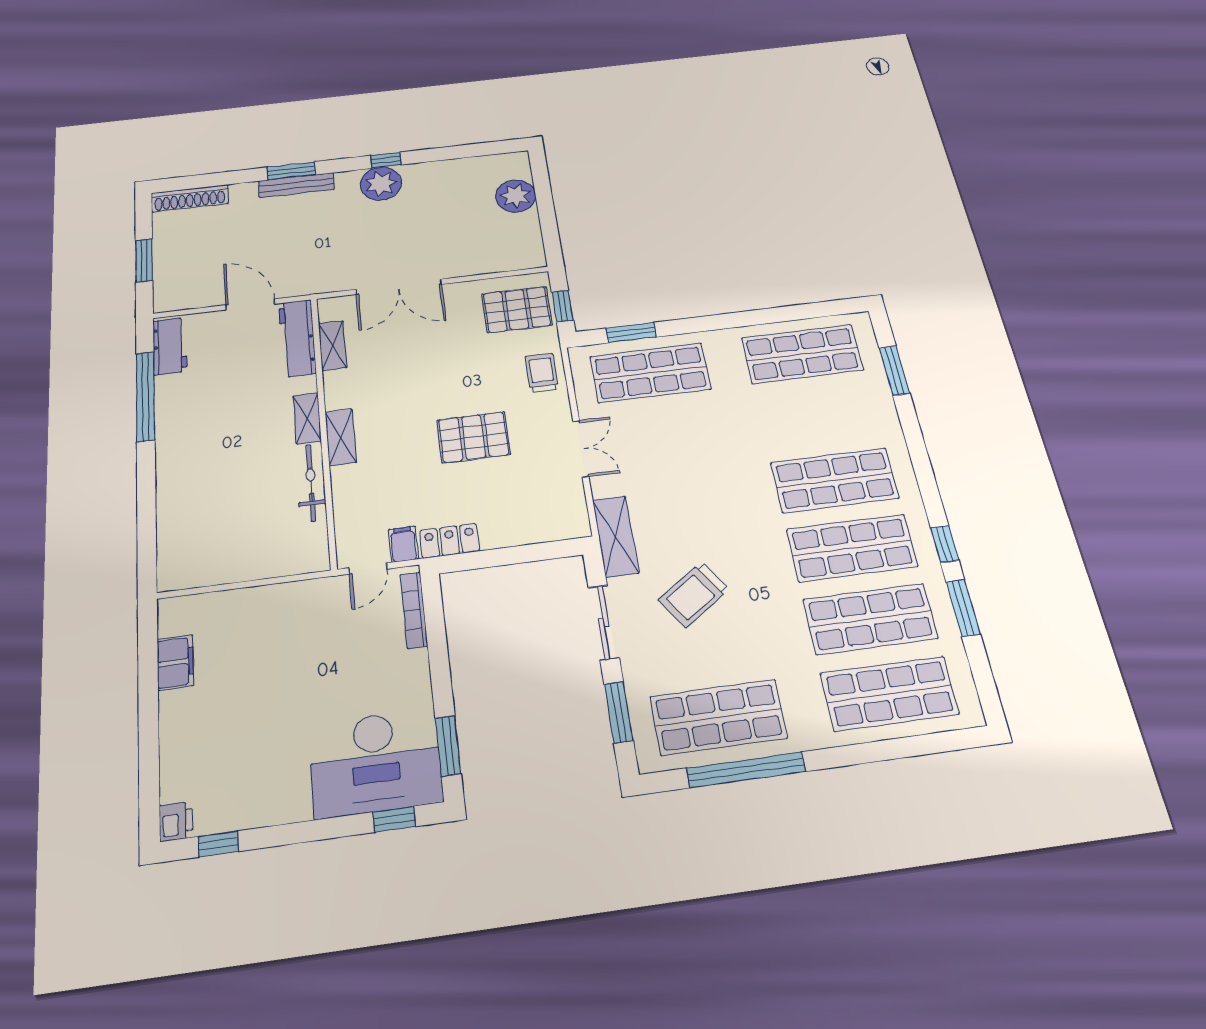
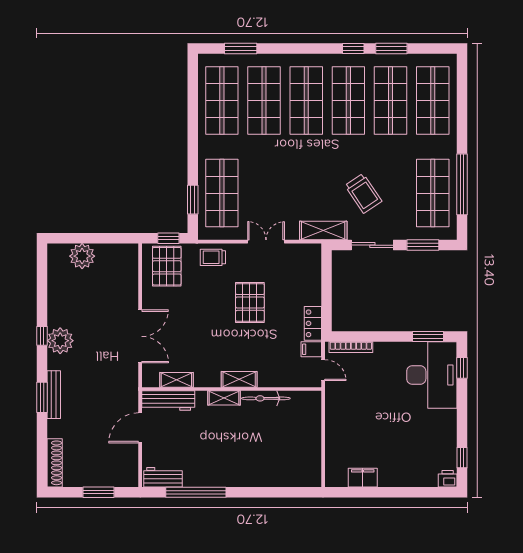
shop shelf: (818, 416) -> (264, 101), added

